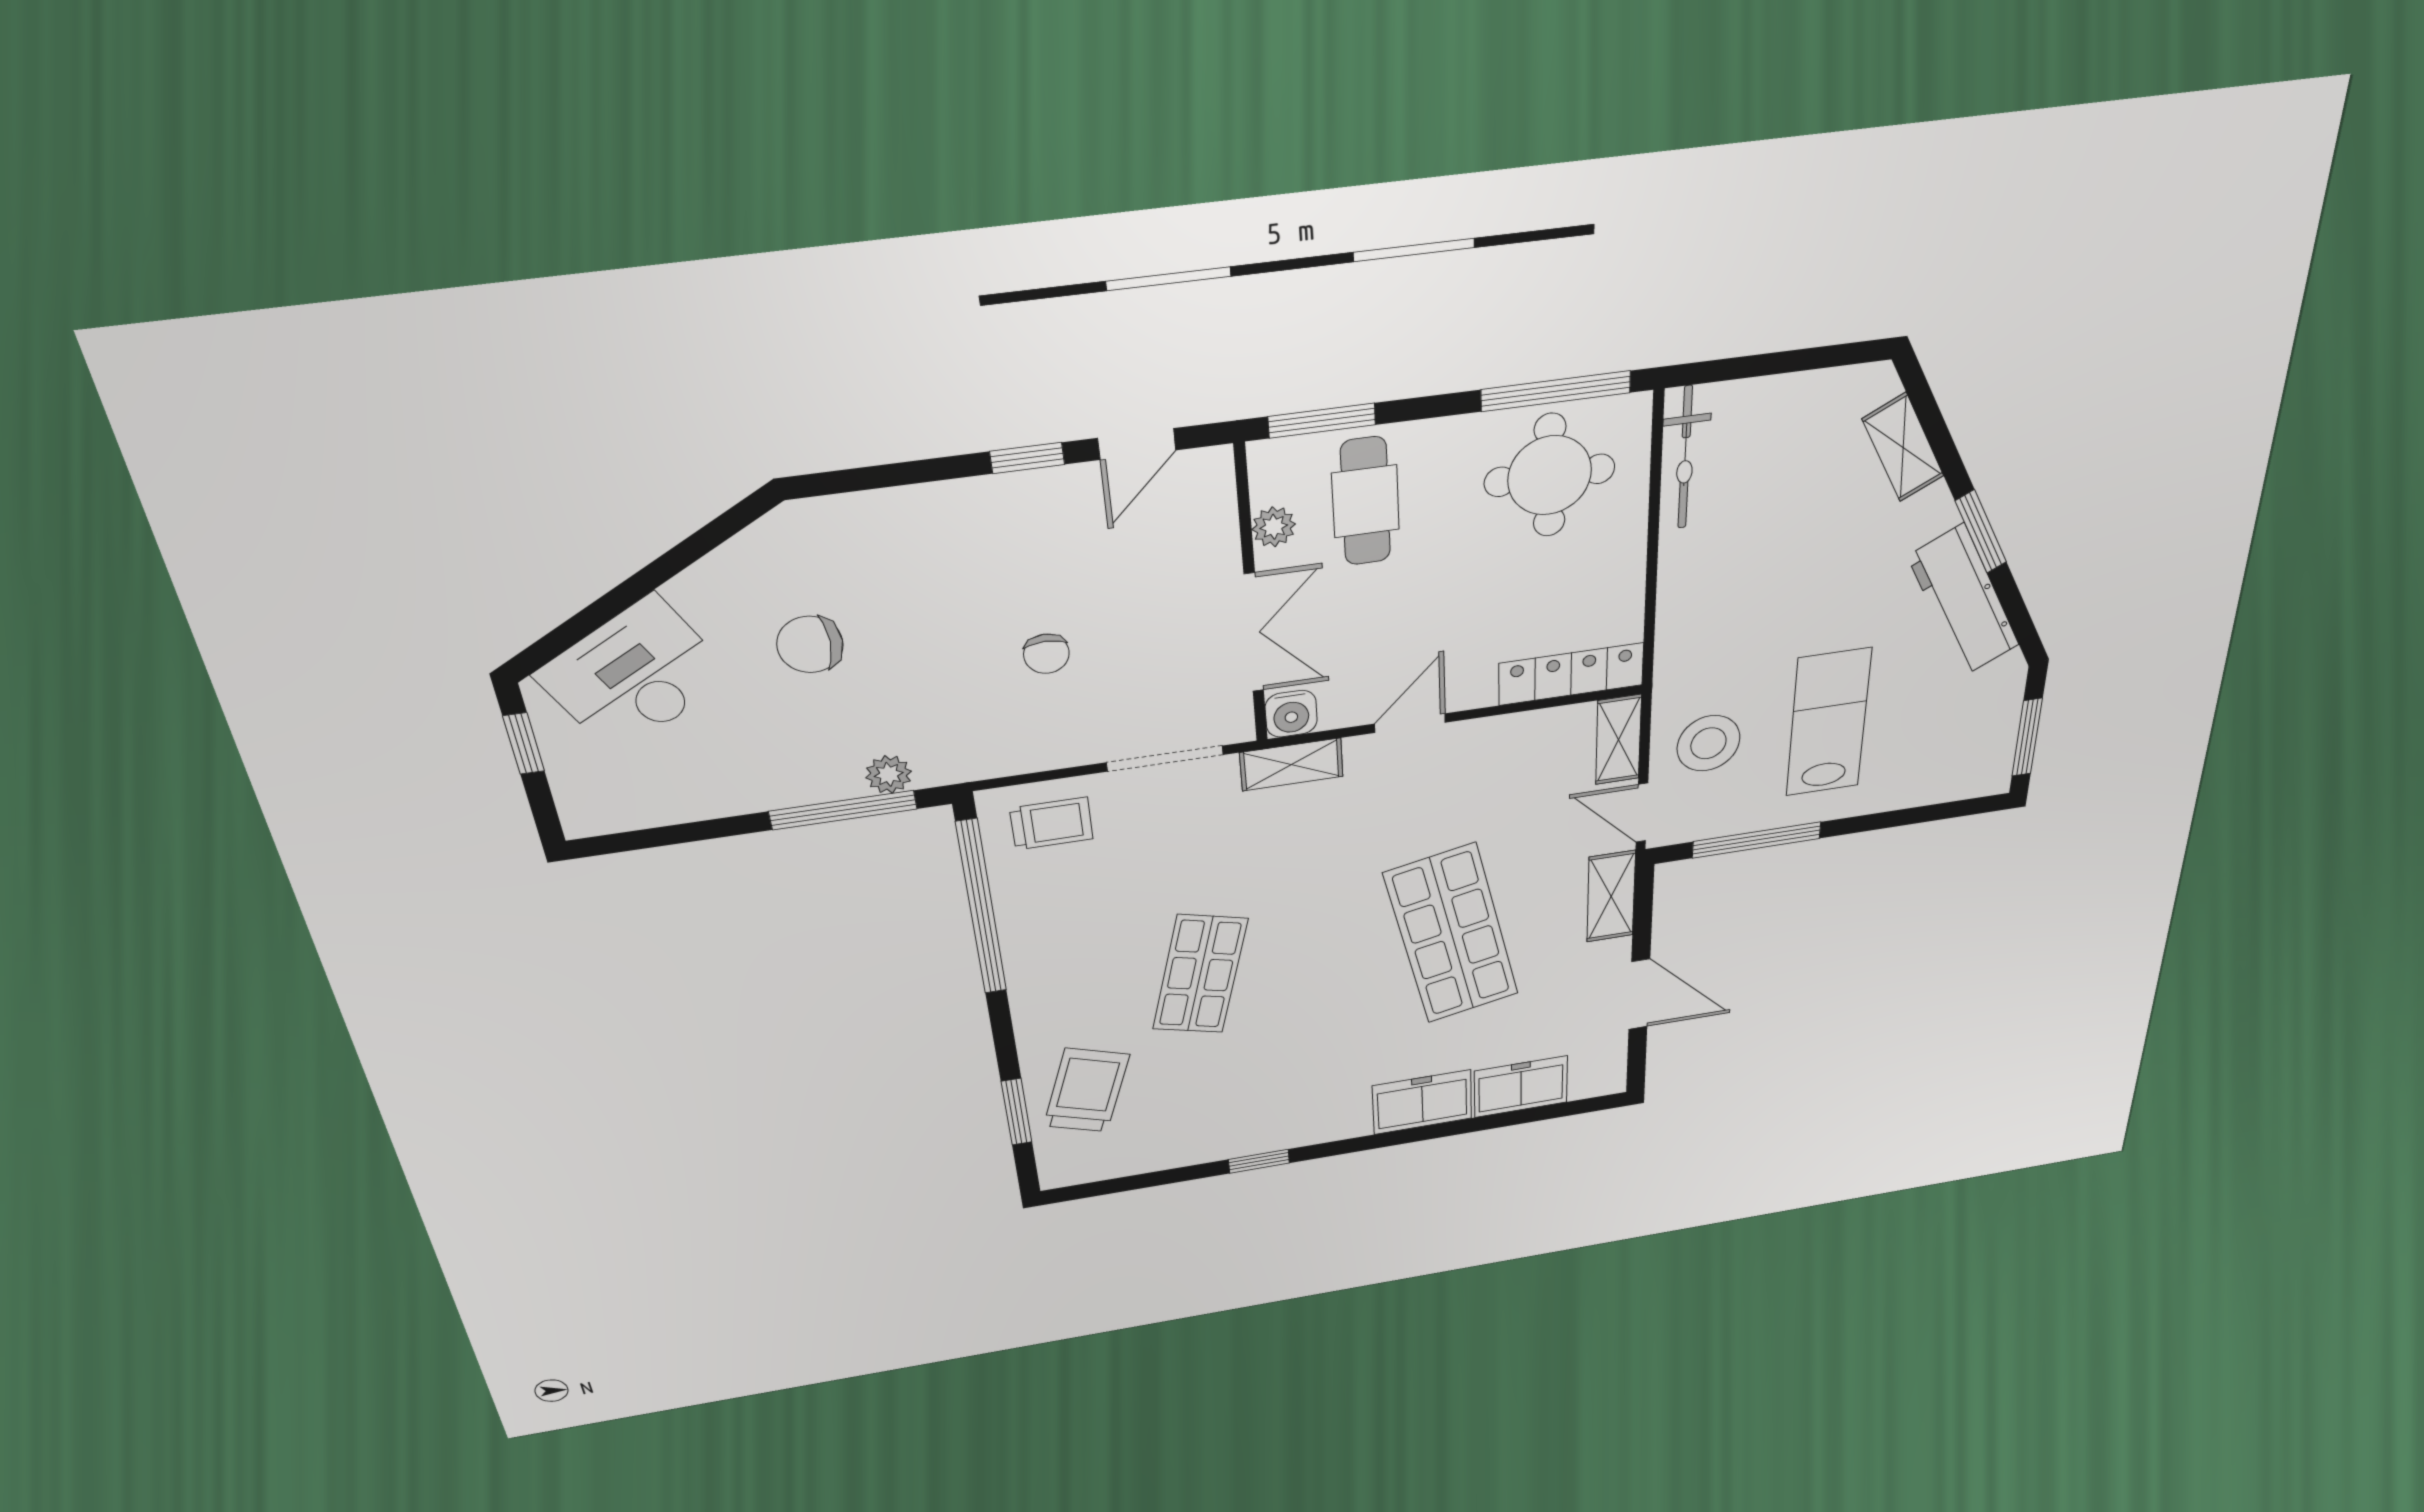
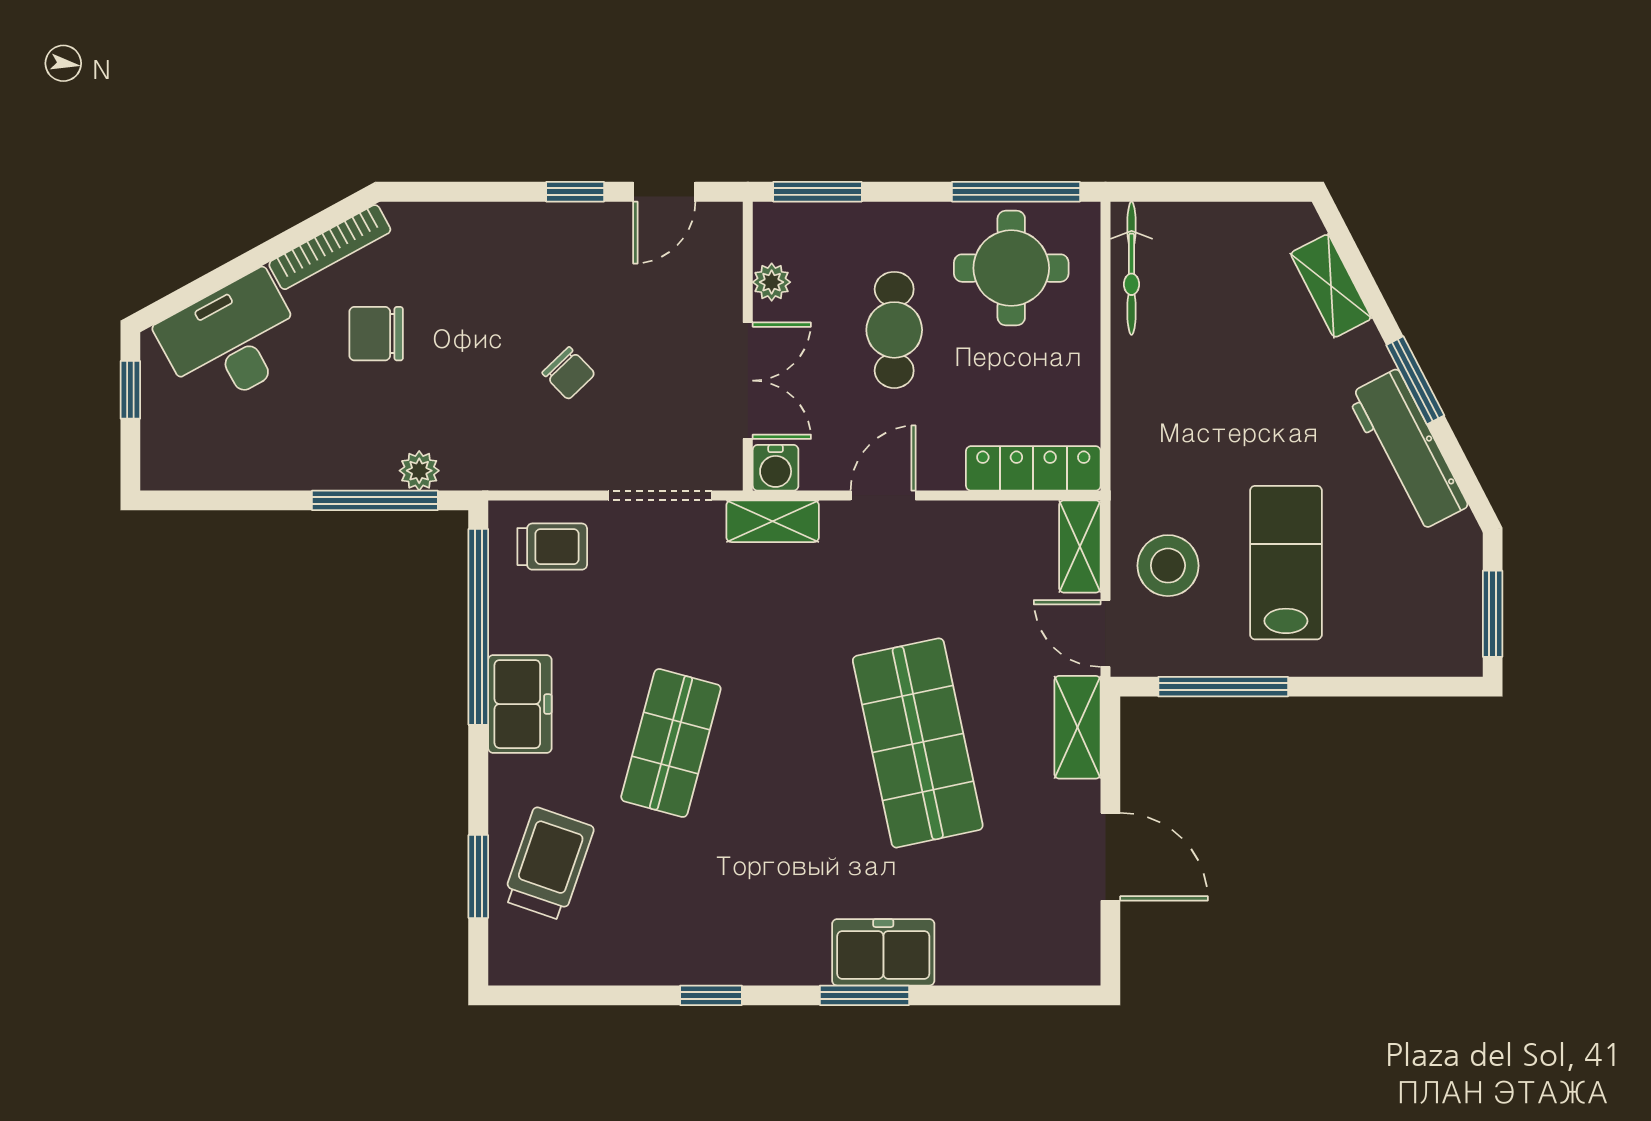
cafe table: (1366, 501) -> (894, 330), moved
bookcase: (732, 559) -> (330, 247), added
chair: (1046, 654) -> (569, 373), turned -44
freezer: (1521, 1087) -> (520, 704), moved, turned 90
window: (1405, 1136) -> (864, 995), added

